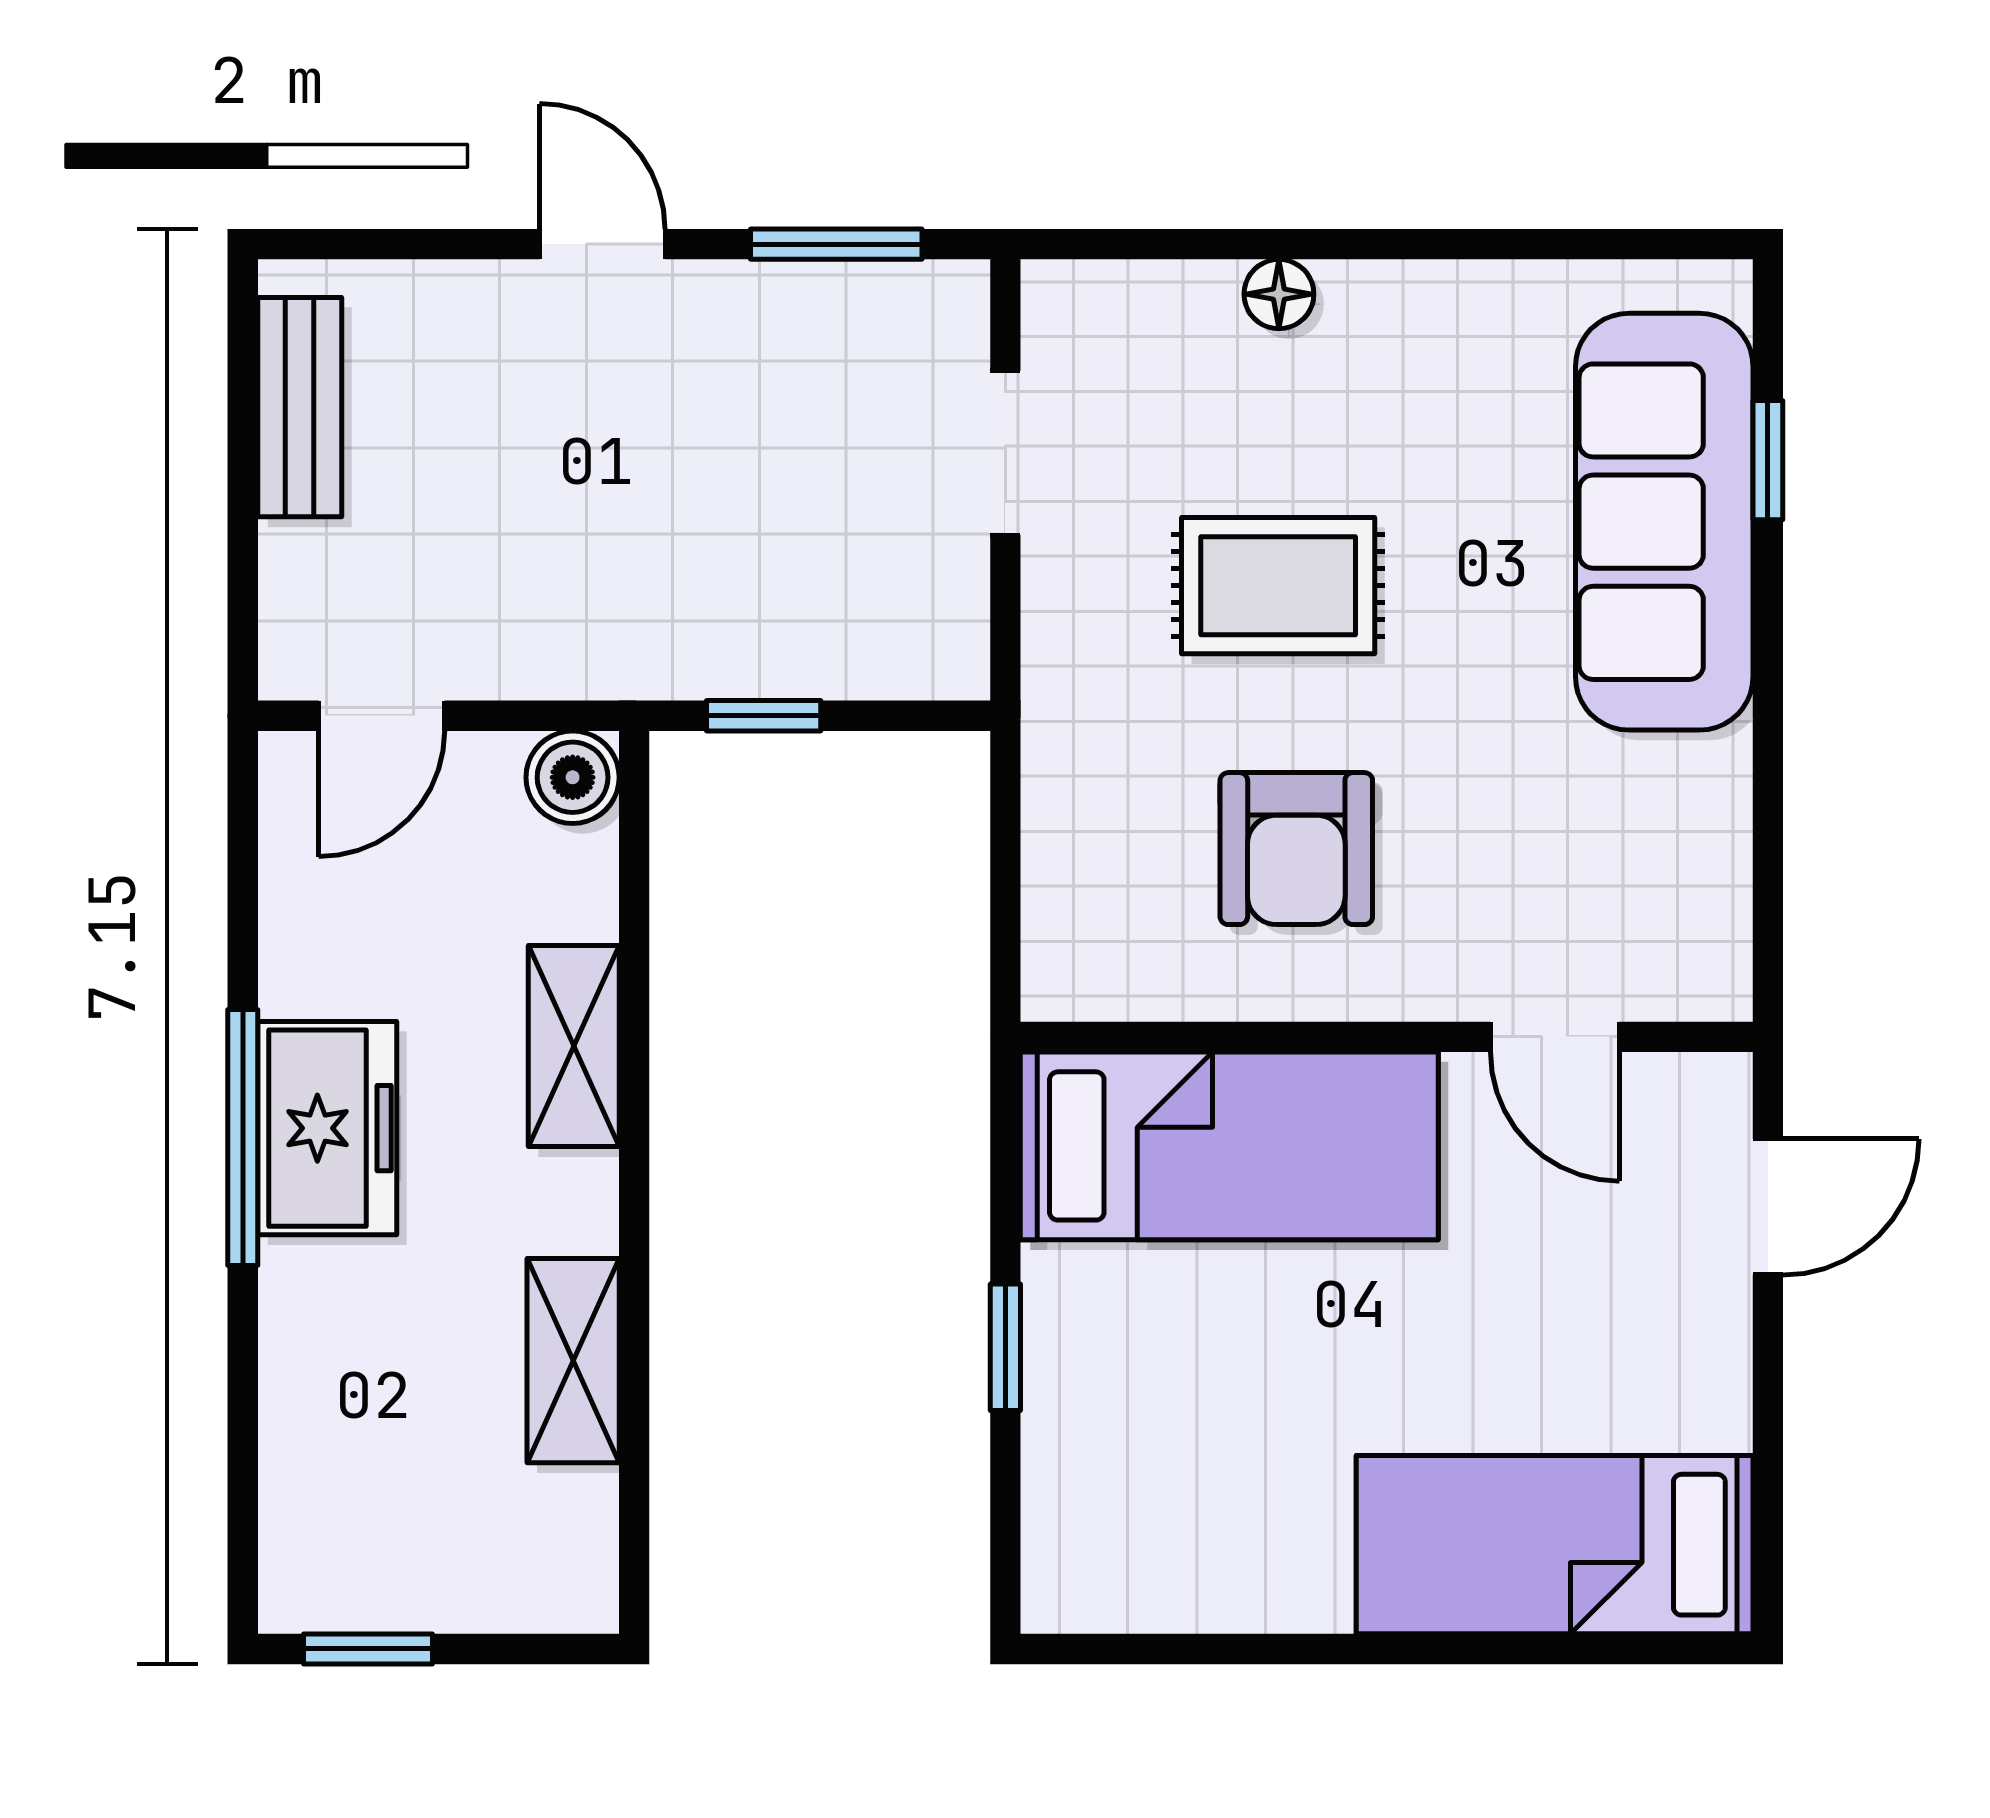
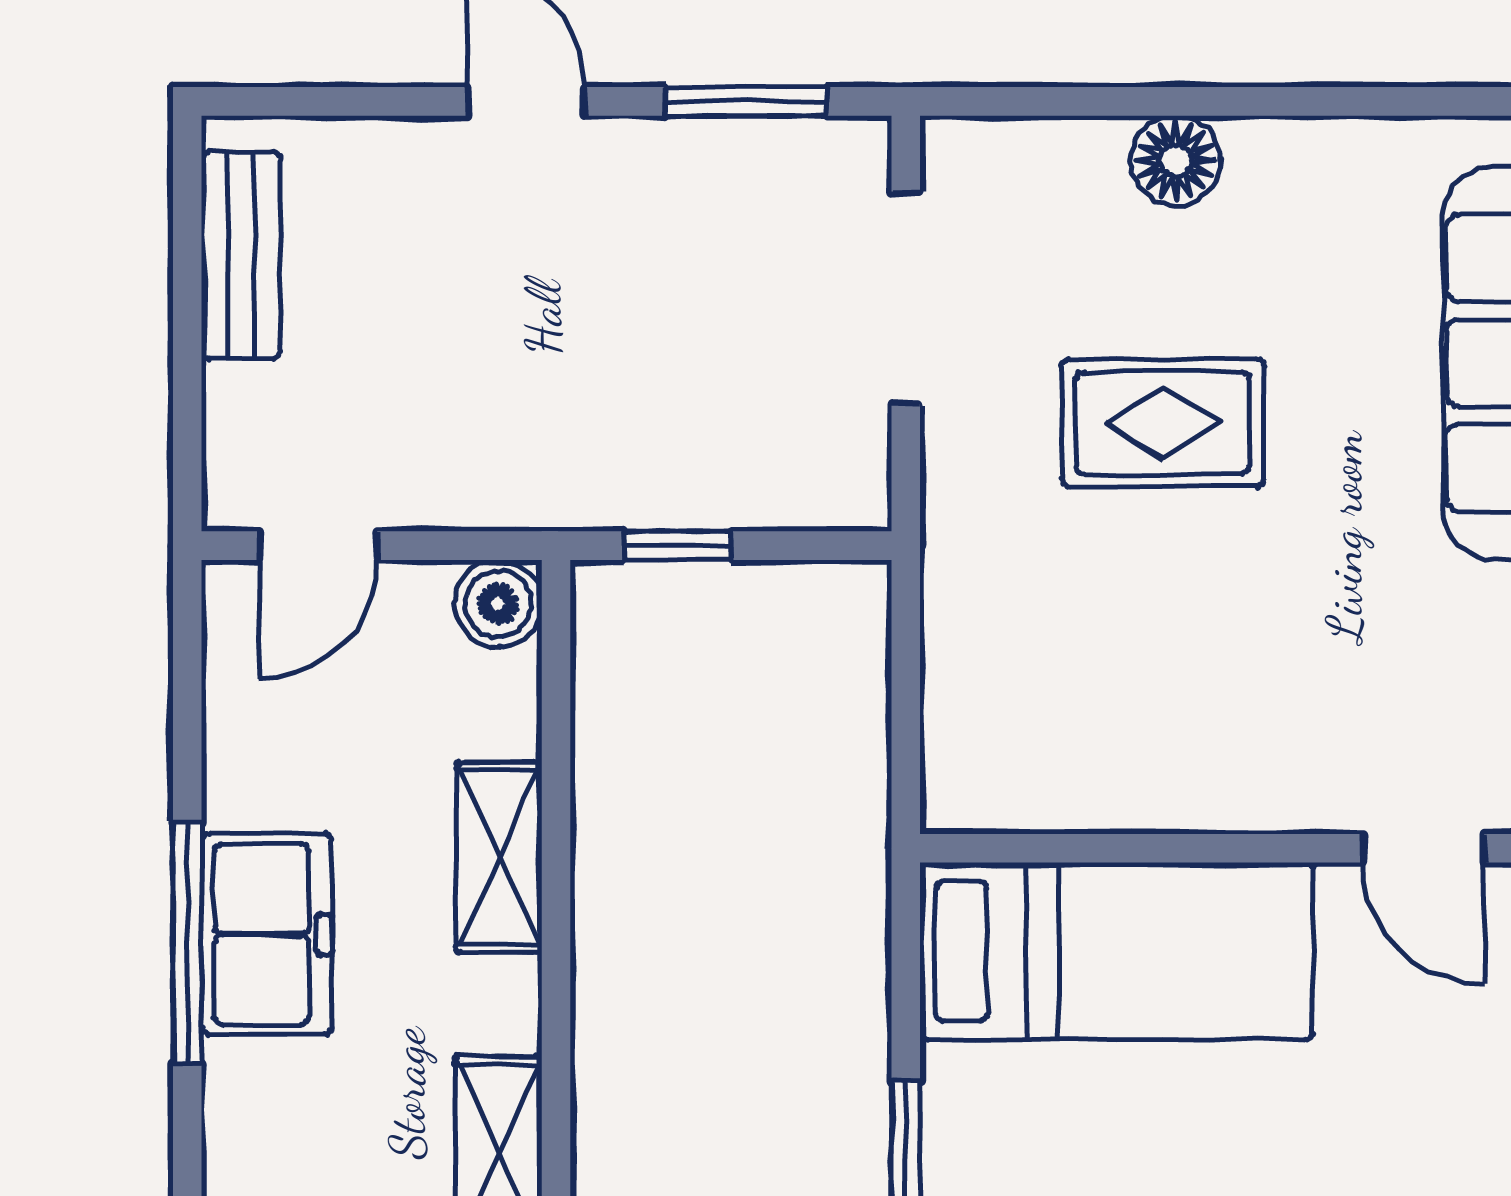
floor lamp: (1279, 294) -> (1176, 161), width x1.37, depth x1.37
doorway: (1005, 453) -> (906, 298), width x1.38
armchair: (1296, 849) -> (1180, 671), removed

